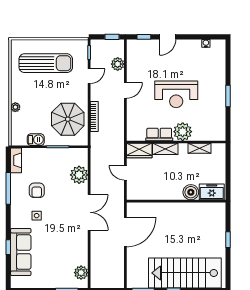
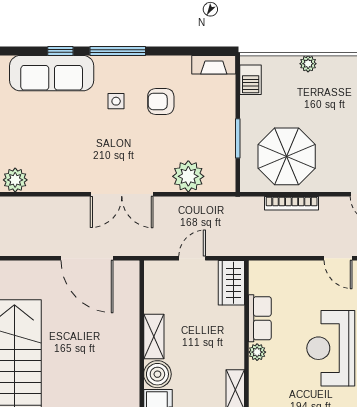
plant: (183, 132) -> (257, 352), width x0.53, depth x0.53
barbecue: (36, 140) -> (251, 80), moved
shelving: (165, 149) -> (154, 336), moved
window: (8, 188) -> (118, 51), moved

